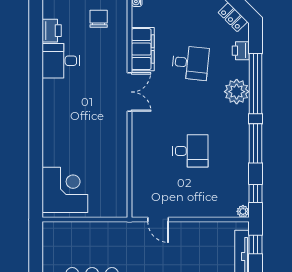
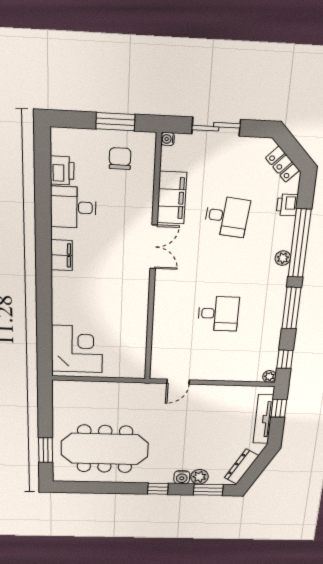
plant: (237, 92) -> (283, 258), width x0.53, depth x0.53
filing cabinet: (51, 103) -> (62, 255), added
door: (158, 219) -> (178, 382), hinge flipped

